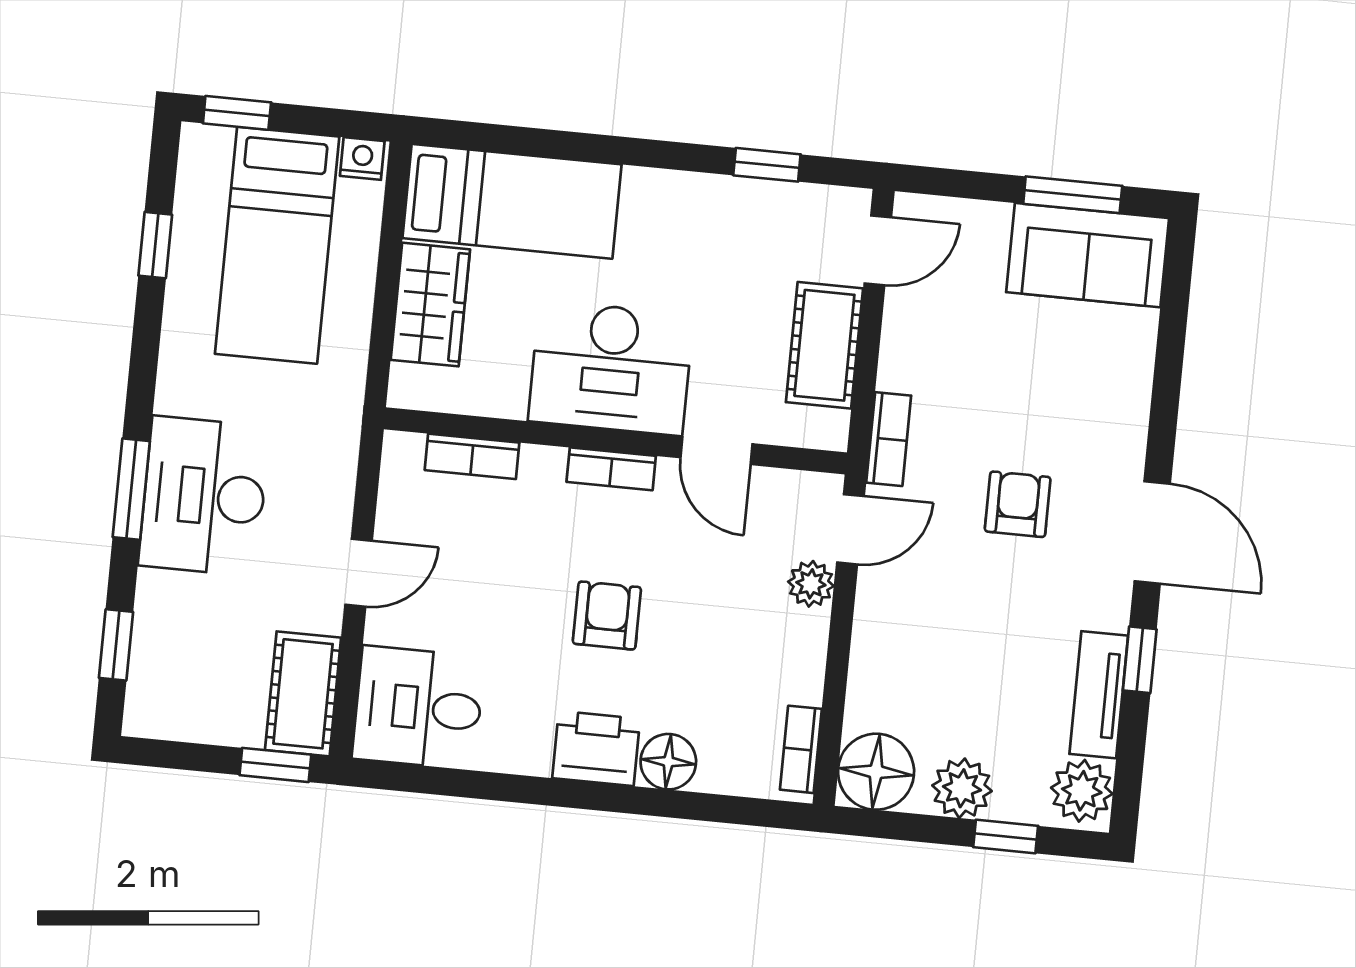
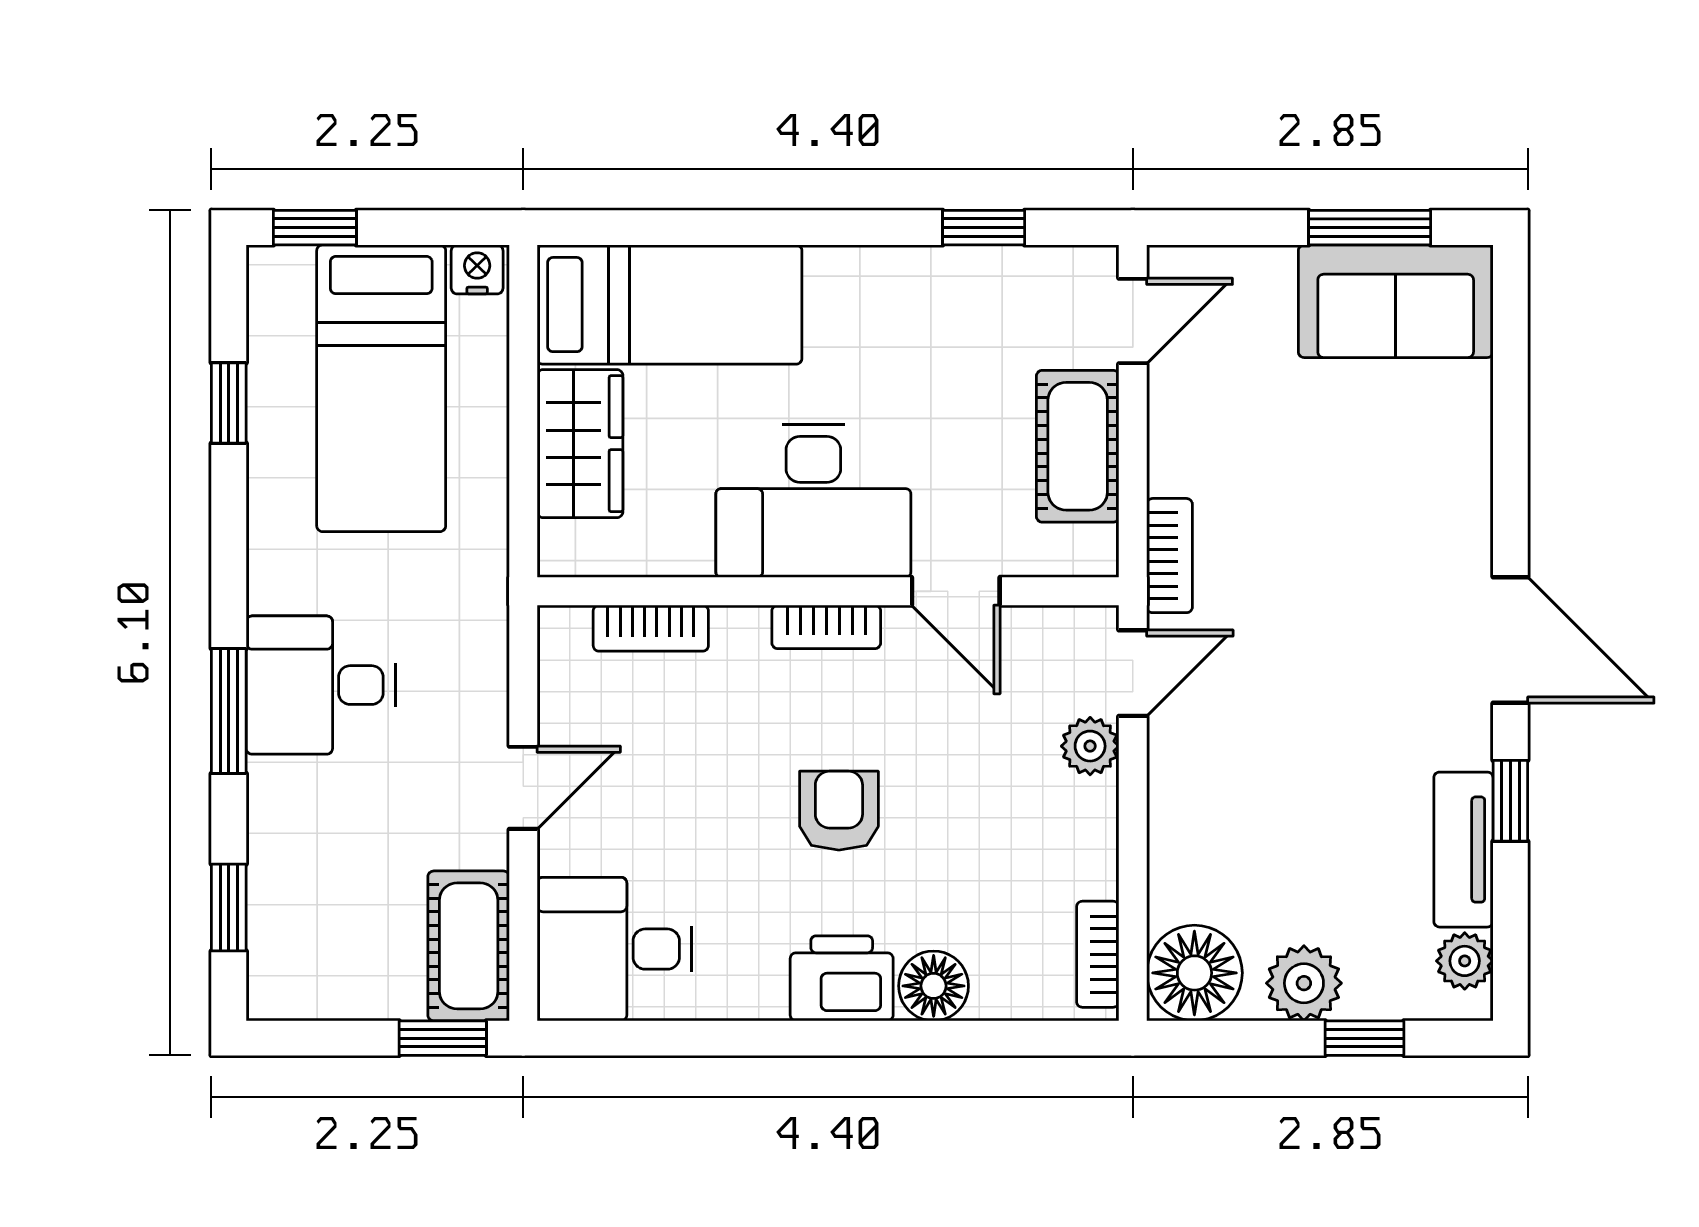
desk: (204, 496) -> (321, 685), width x0.73
armchair: (1018, 504) -> (1339, 621), removed
plant: (1082, 791) -> (1465, 961), width x0.73, depth x0.73

